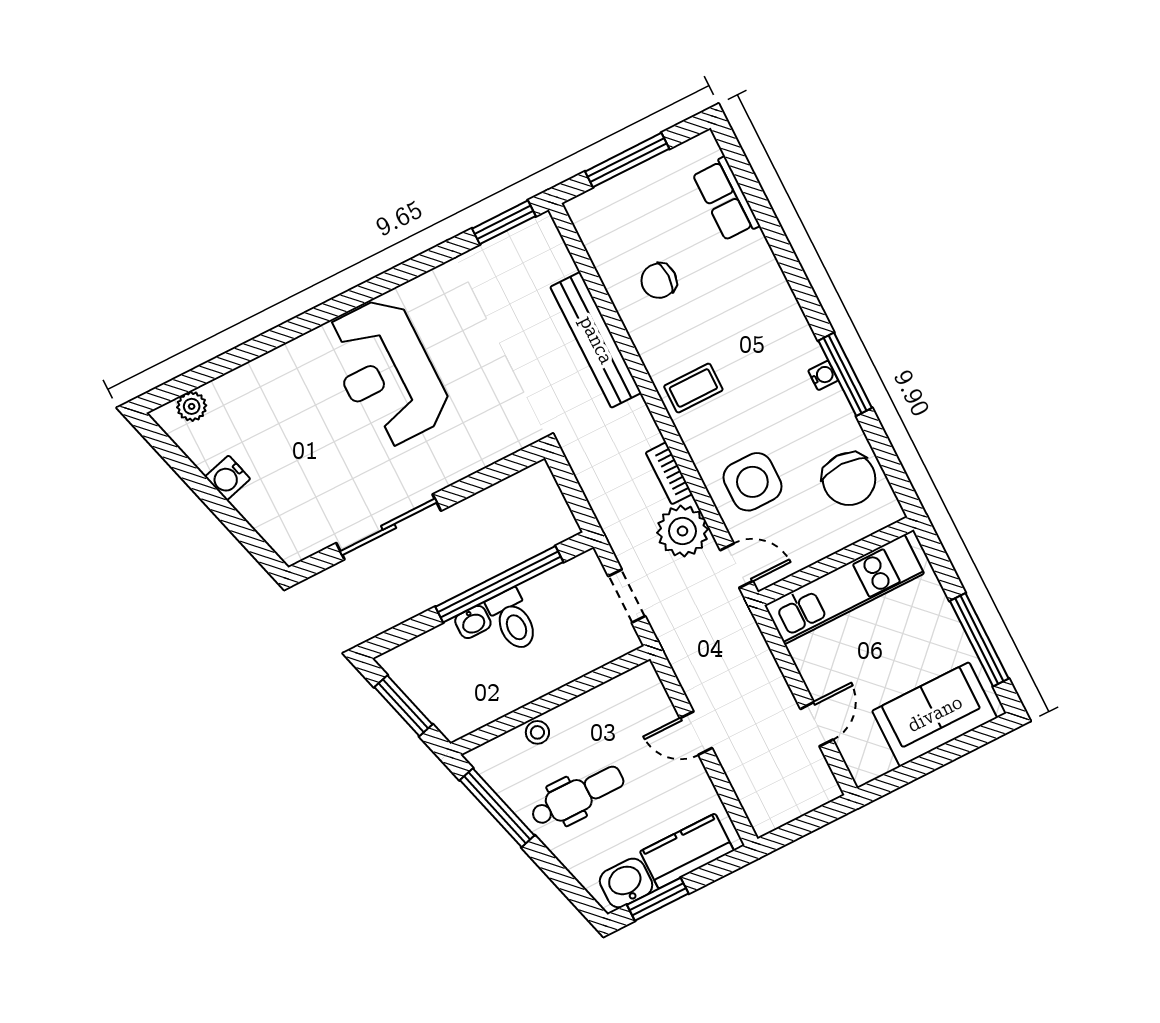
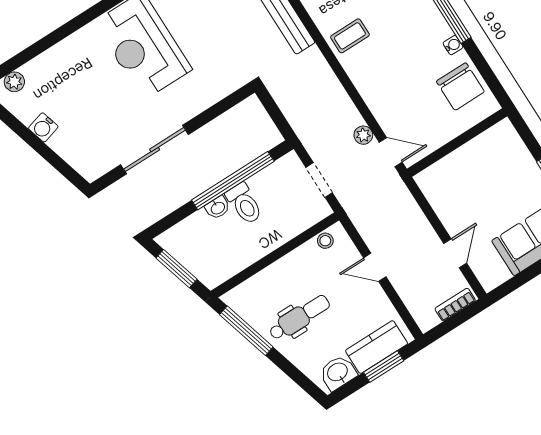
water cooler: (823, 375) -> (453, 45), moved
bookcase: (669, 473) -> (455, 305), moved, turned 90
side table: (752, 482) -> (396, 95), removed
plant: (683, 531) -> (363, 135), width x0.53, depth x0.53
kitchen unit: (844, 589) -> (465, 161), removed
stool: (537, 732) -> (325, 241), moved
window: (658, 899) -> (384, 366), moved

